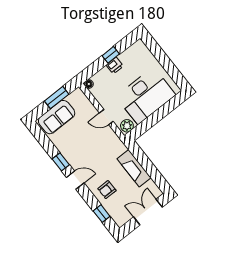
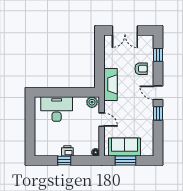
desk: (146, 96) -> (57, 109), width x0.73, depth x0.77
sofa: (57, 117) -> (124, 147), moved
fireplace: (134, 168) -> (110, 84), moved

